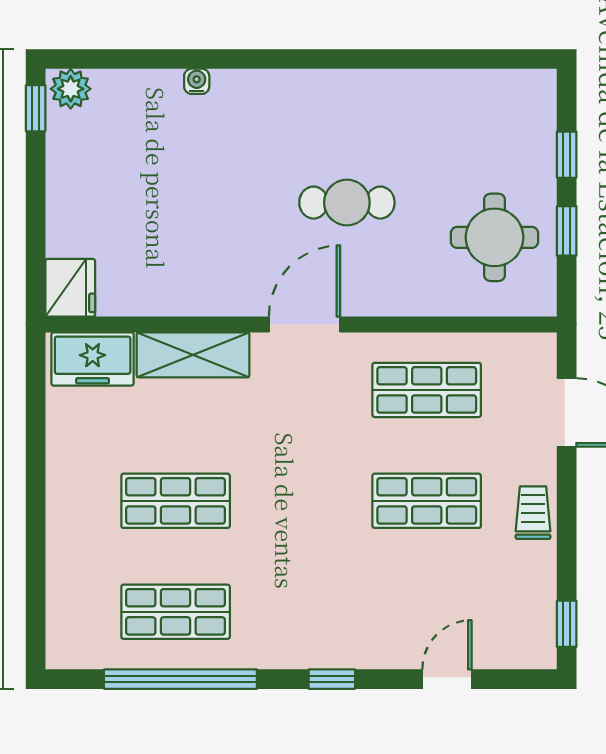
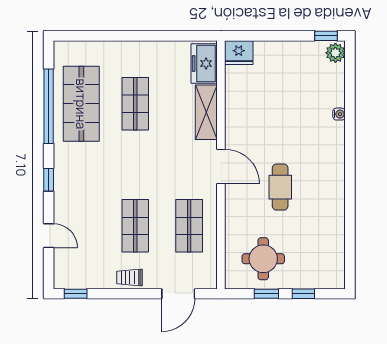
trolley: (533, 513) -> (130, 277), turned 180
shop shelf: (176, 612) -> (81, 104), width x1.43, depth x1.36

